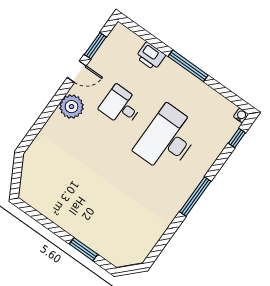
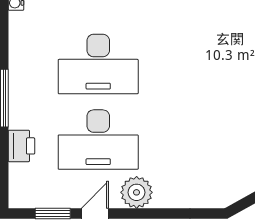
door: (77, 72) -> (95, 213), hinge flipped
desk: (121, 106) -> (98, 140), width x1.87, depth x1.30

